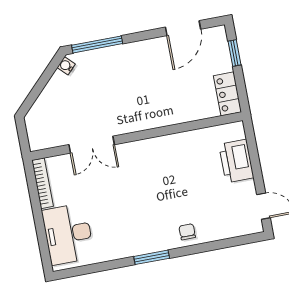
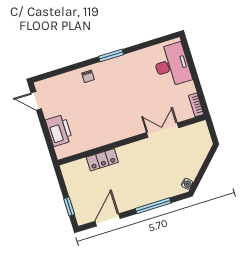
window: (97, 44) -> (153, 206), moved
locker: (227, 94) -> (102, 160), moved, turned 90
bookcase: (42, 183) -> (196, 105), width x0.64

